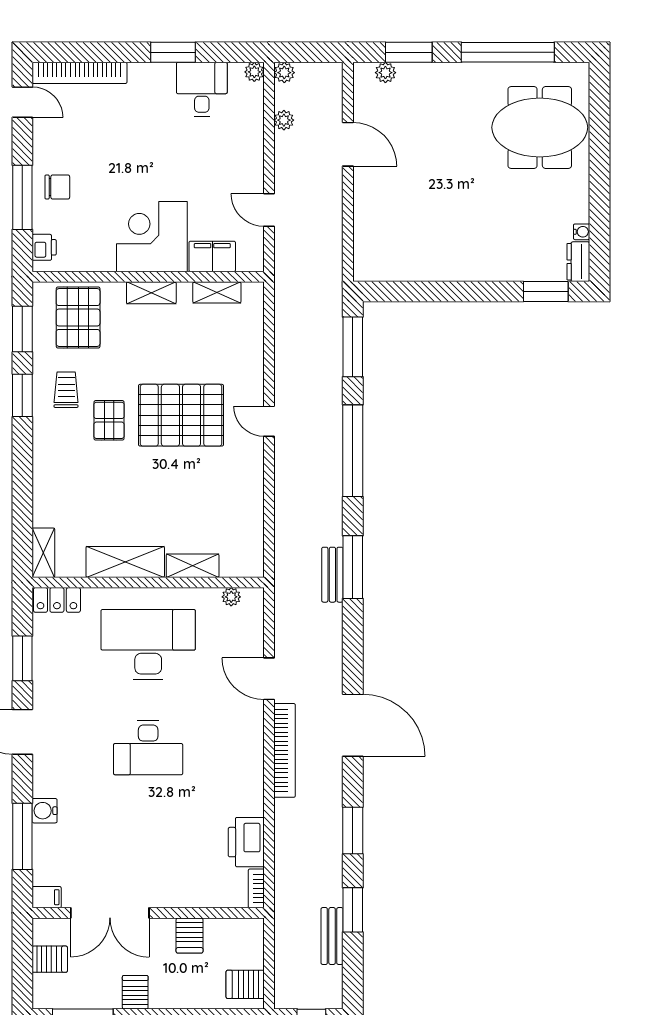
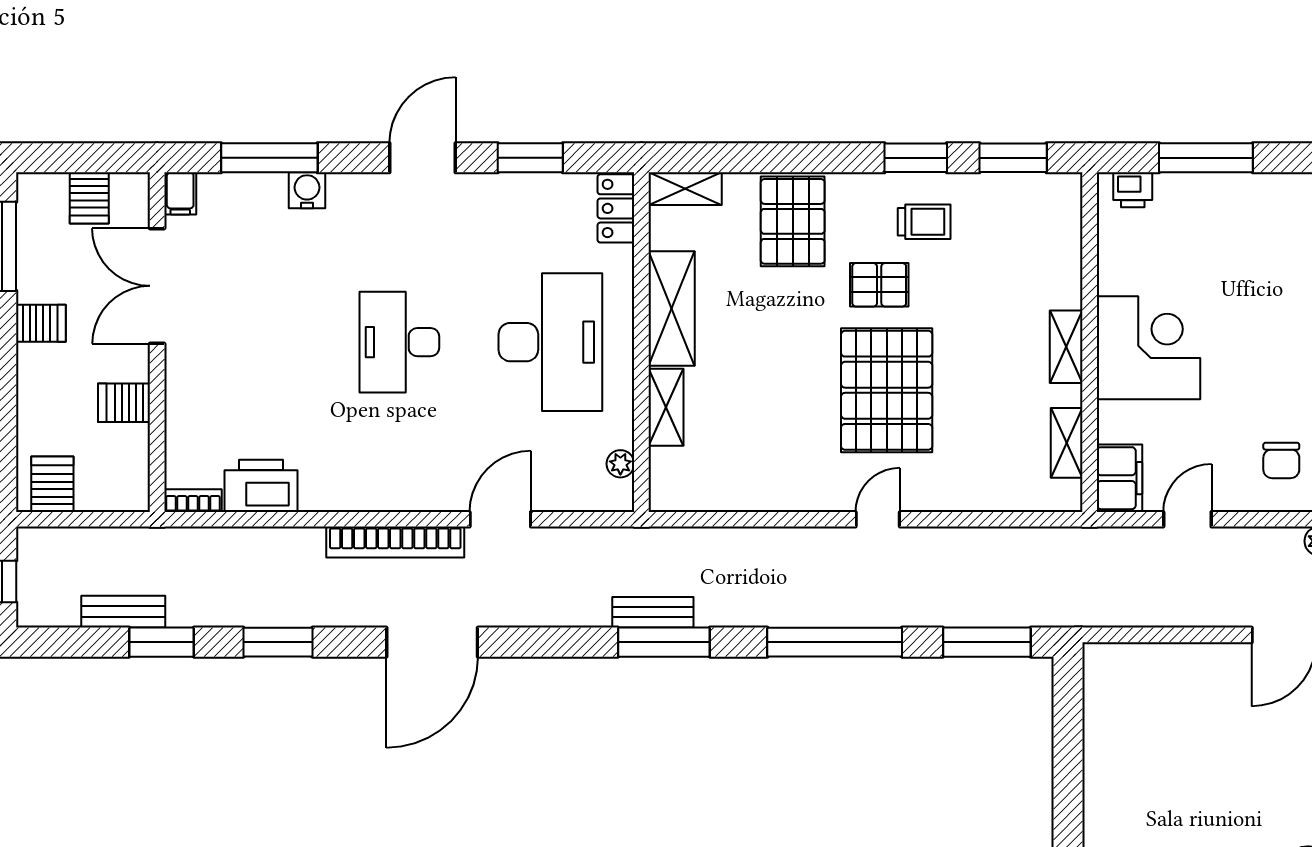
chair: (57, 187) -> (1281, 460), moved
filing cabinet: (212, 256) -> (1119, 478), moved
pallet: (78, 317) -> (793, 221), moved, turned 90

